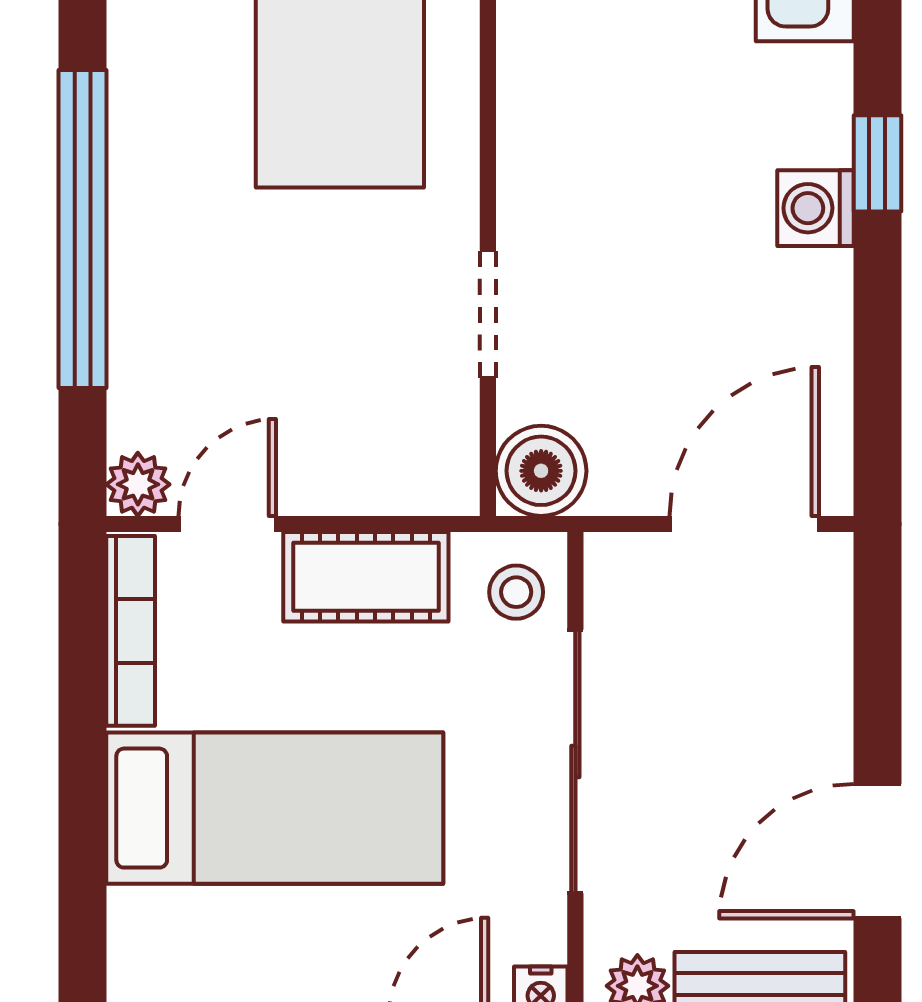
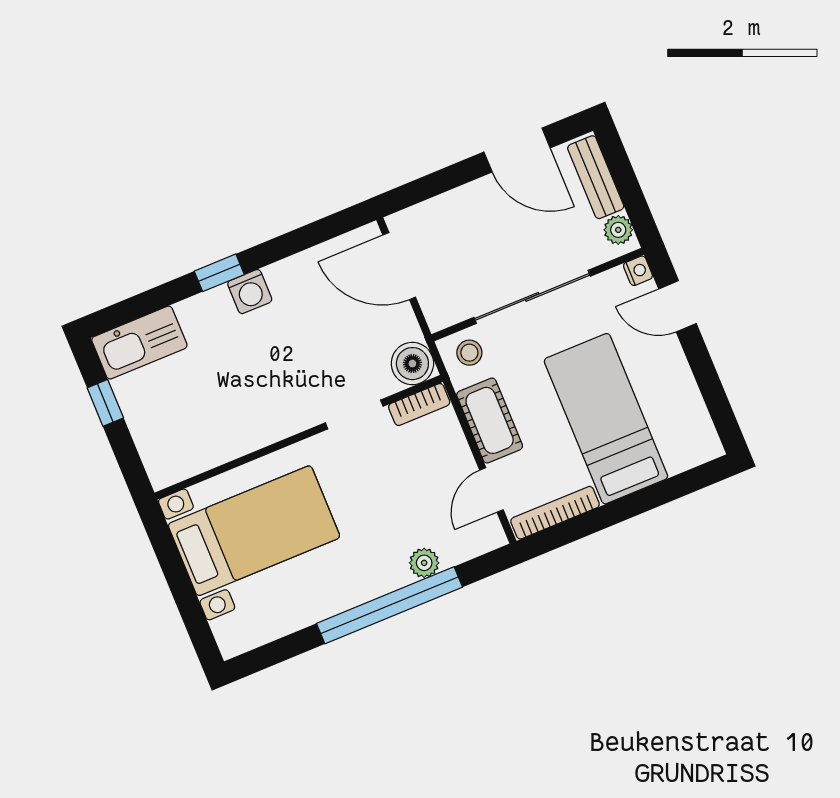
bookcase: (455, 451) -> (419, 404), added
plant: (138, 484) -> (424, 563), moved
door: (227, 524) -> (491, 490), hinge flipped

